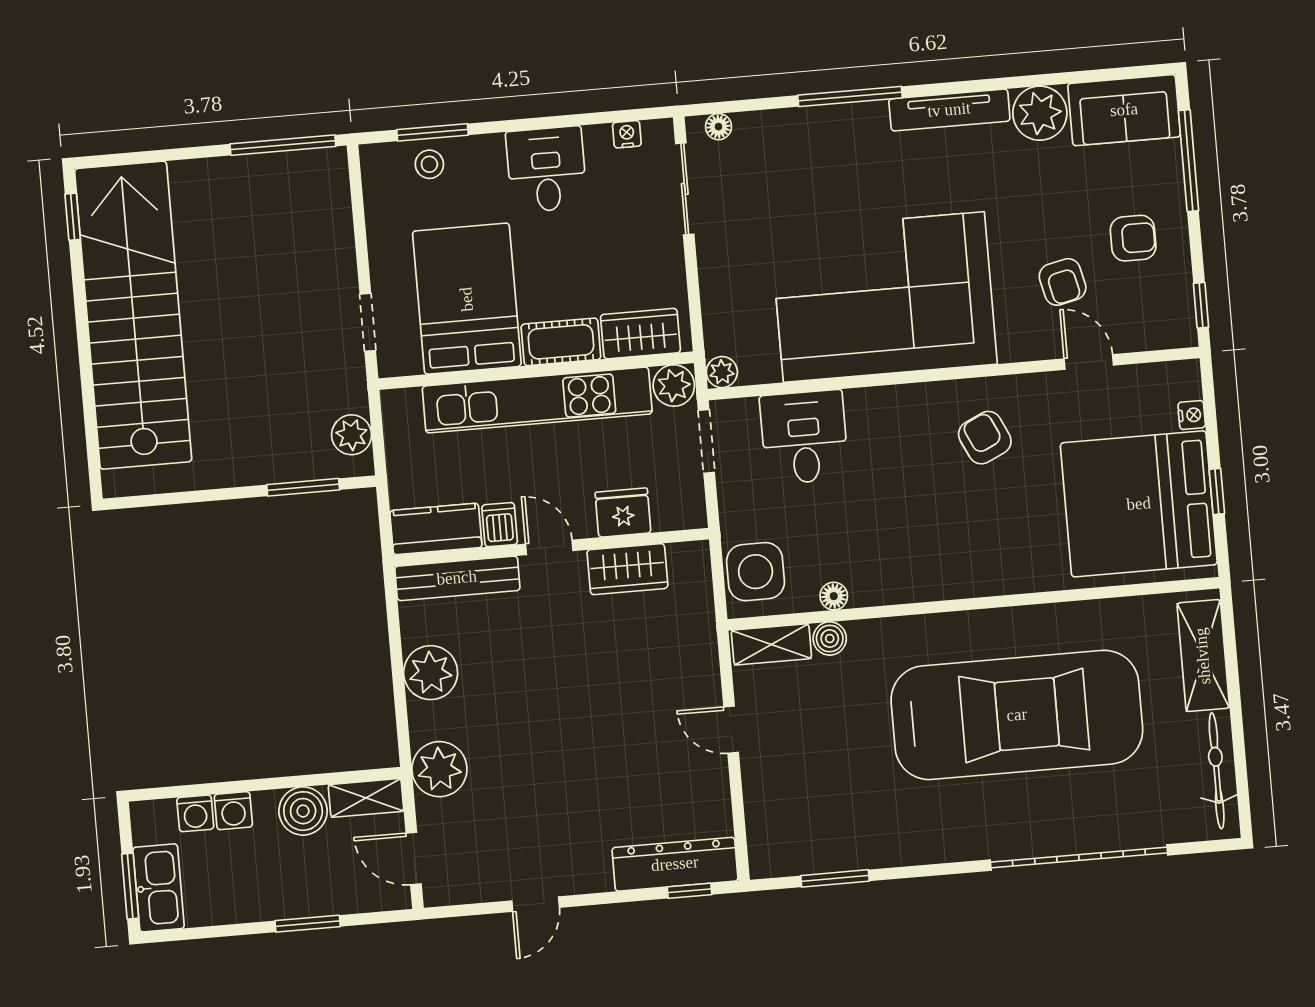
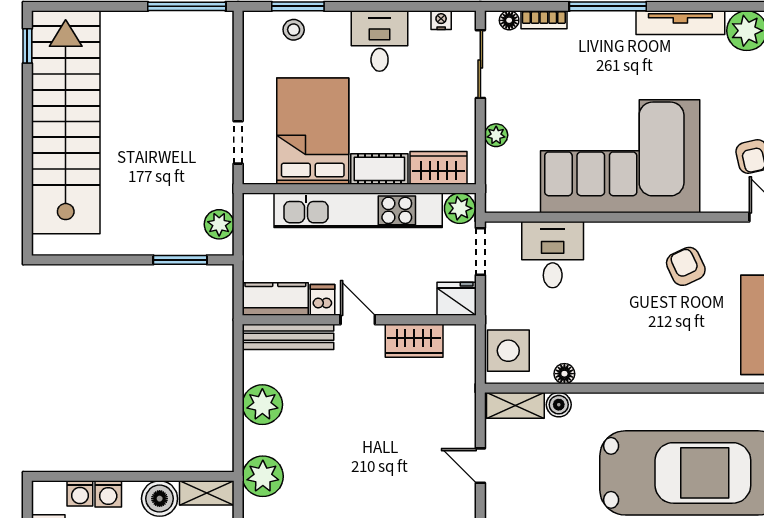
bookcase: (765, 122) -> (544, 20), added
plant: (722, 372) -> (496, 135), moved
fridge: (623, 513) -> (457, 299), moved

